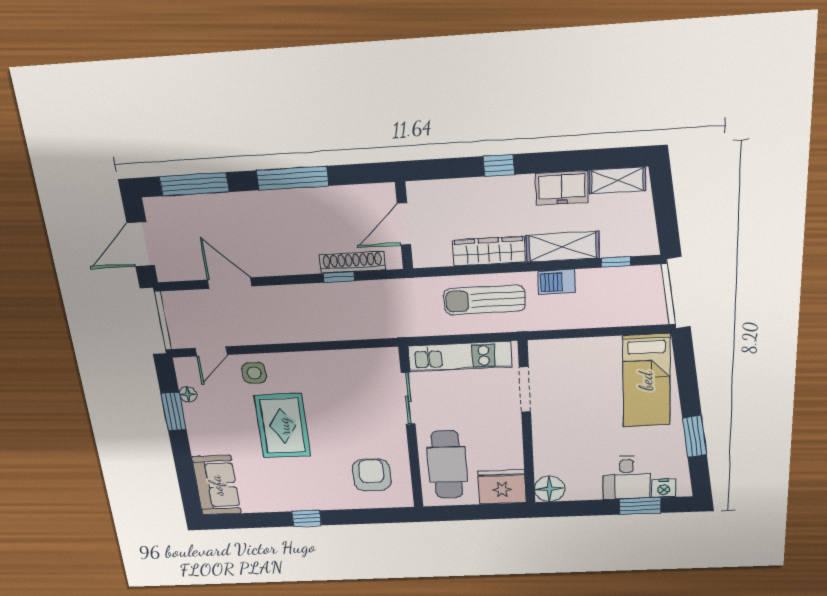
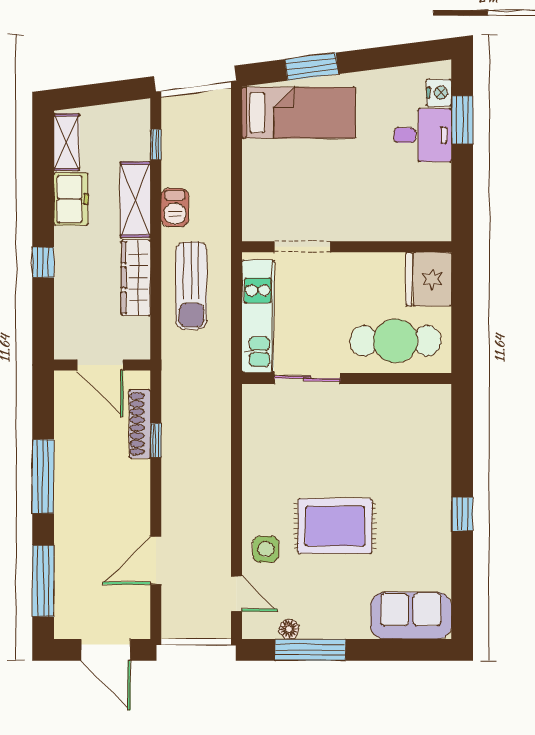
window: (174, 412) -> (310, 650), width x1.44
window: (695, 436) -> (312, 67), moved
armchair: (372, 475) -> (406, 430), removed
floor lamp: (550, 489) -> (434, 224), removed

